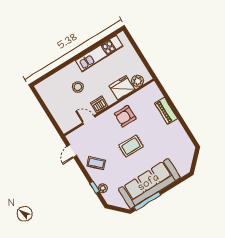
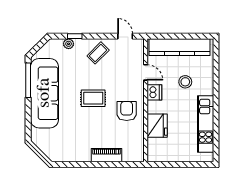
plant: (138, 81) -> (154, 145), removed
kitchen counter: (55, 107) -> (180, 47), added
door: (89, 120) -> (146, 72), hinge flipped
rug: (131, 146) -> (93, 98), turned 90

